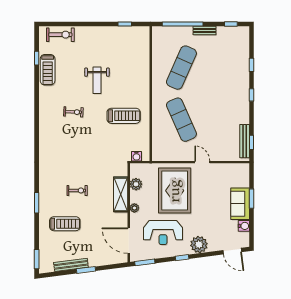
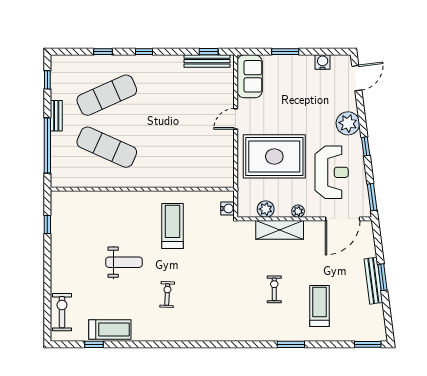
exercise mat: (181, 120) -> (107, 95), moved
sofa: (240, 204) -> (250, 76), moved, turned -90
bench: (71, 265) -> (373, 281), moved

